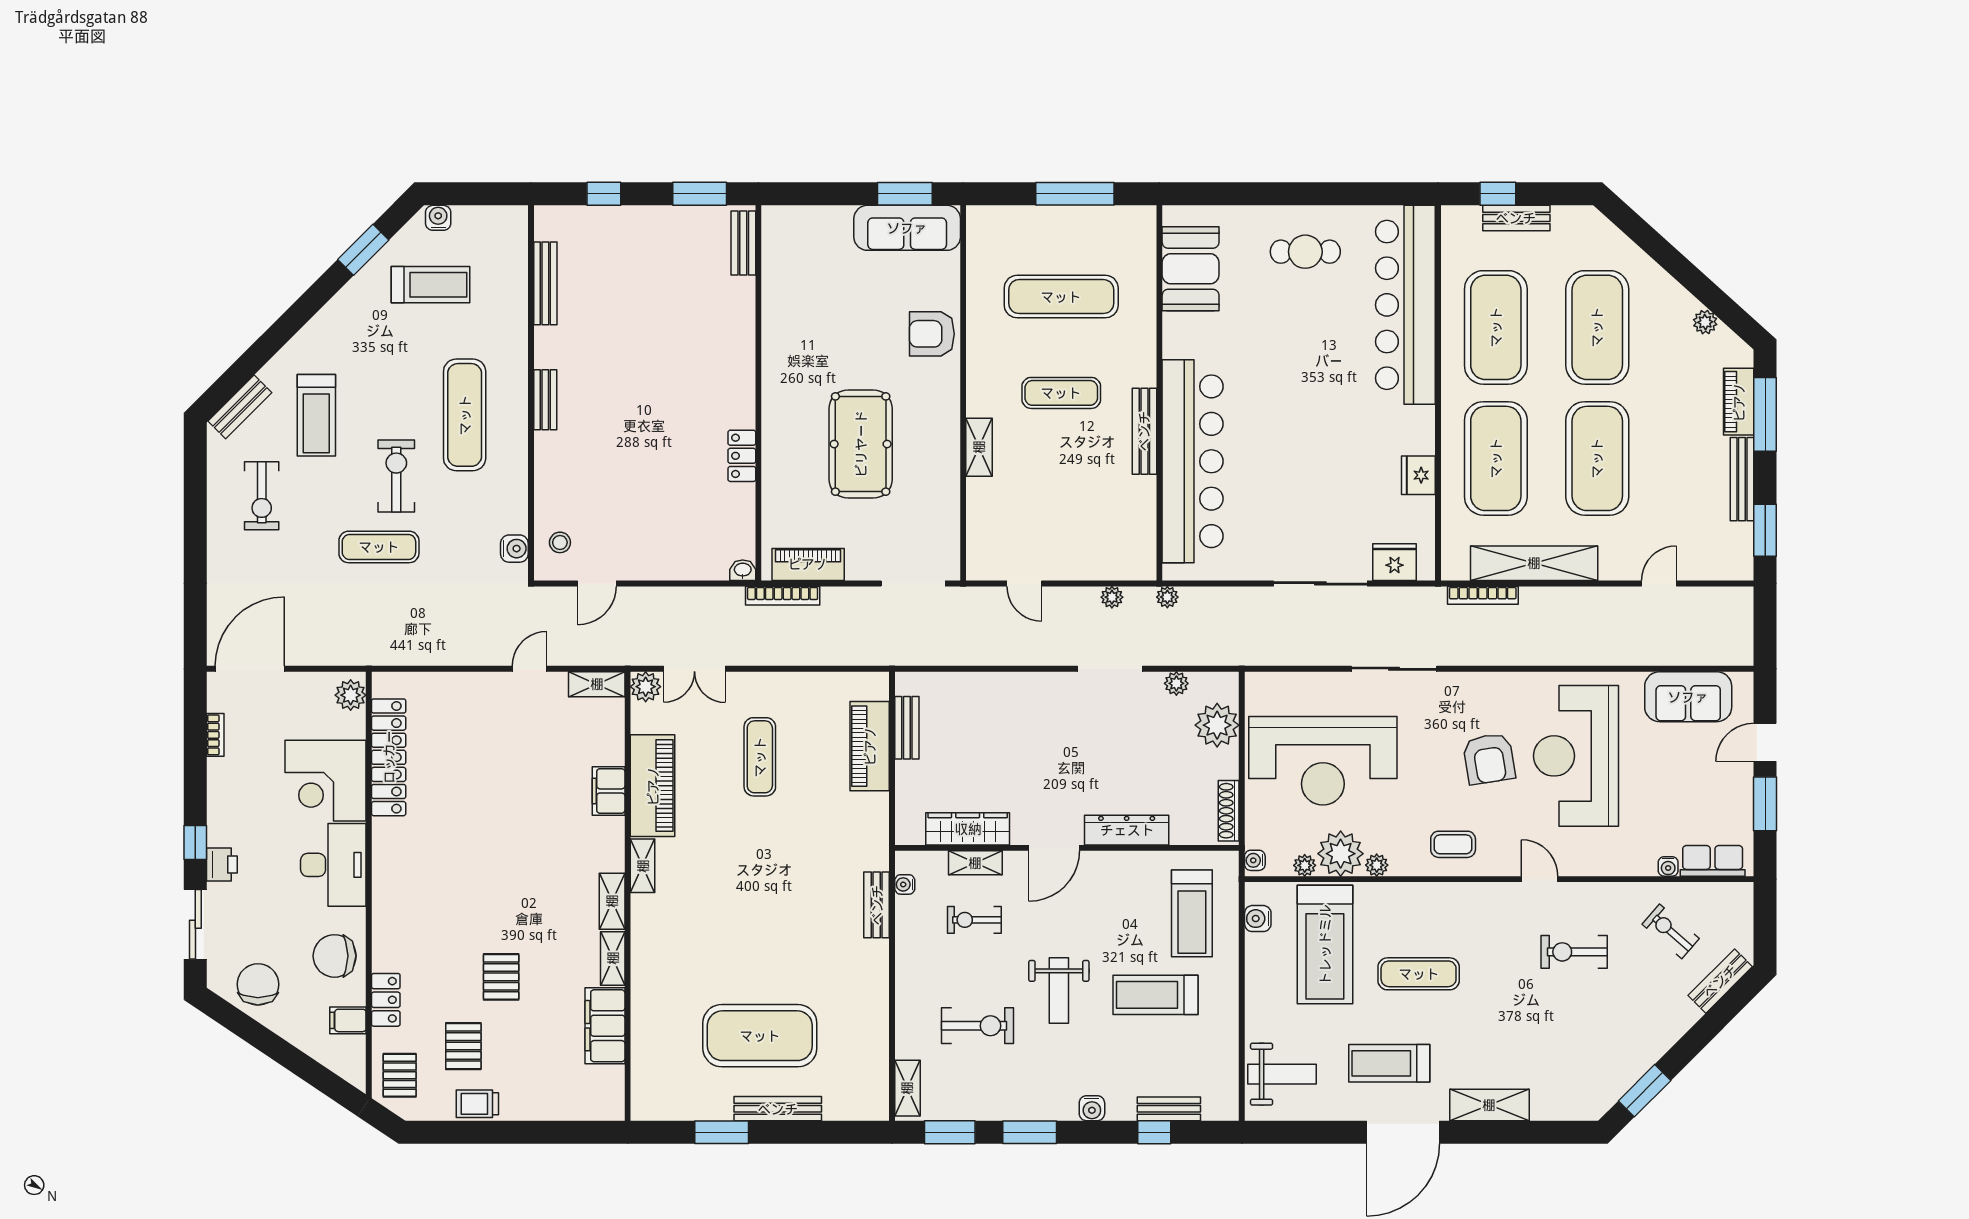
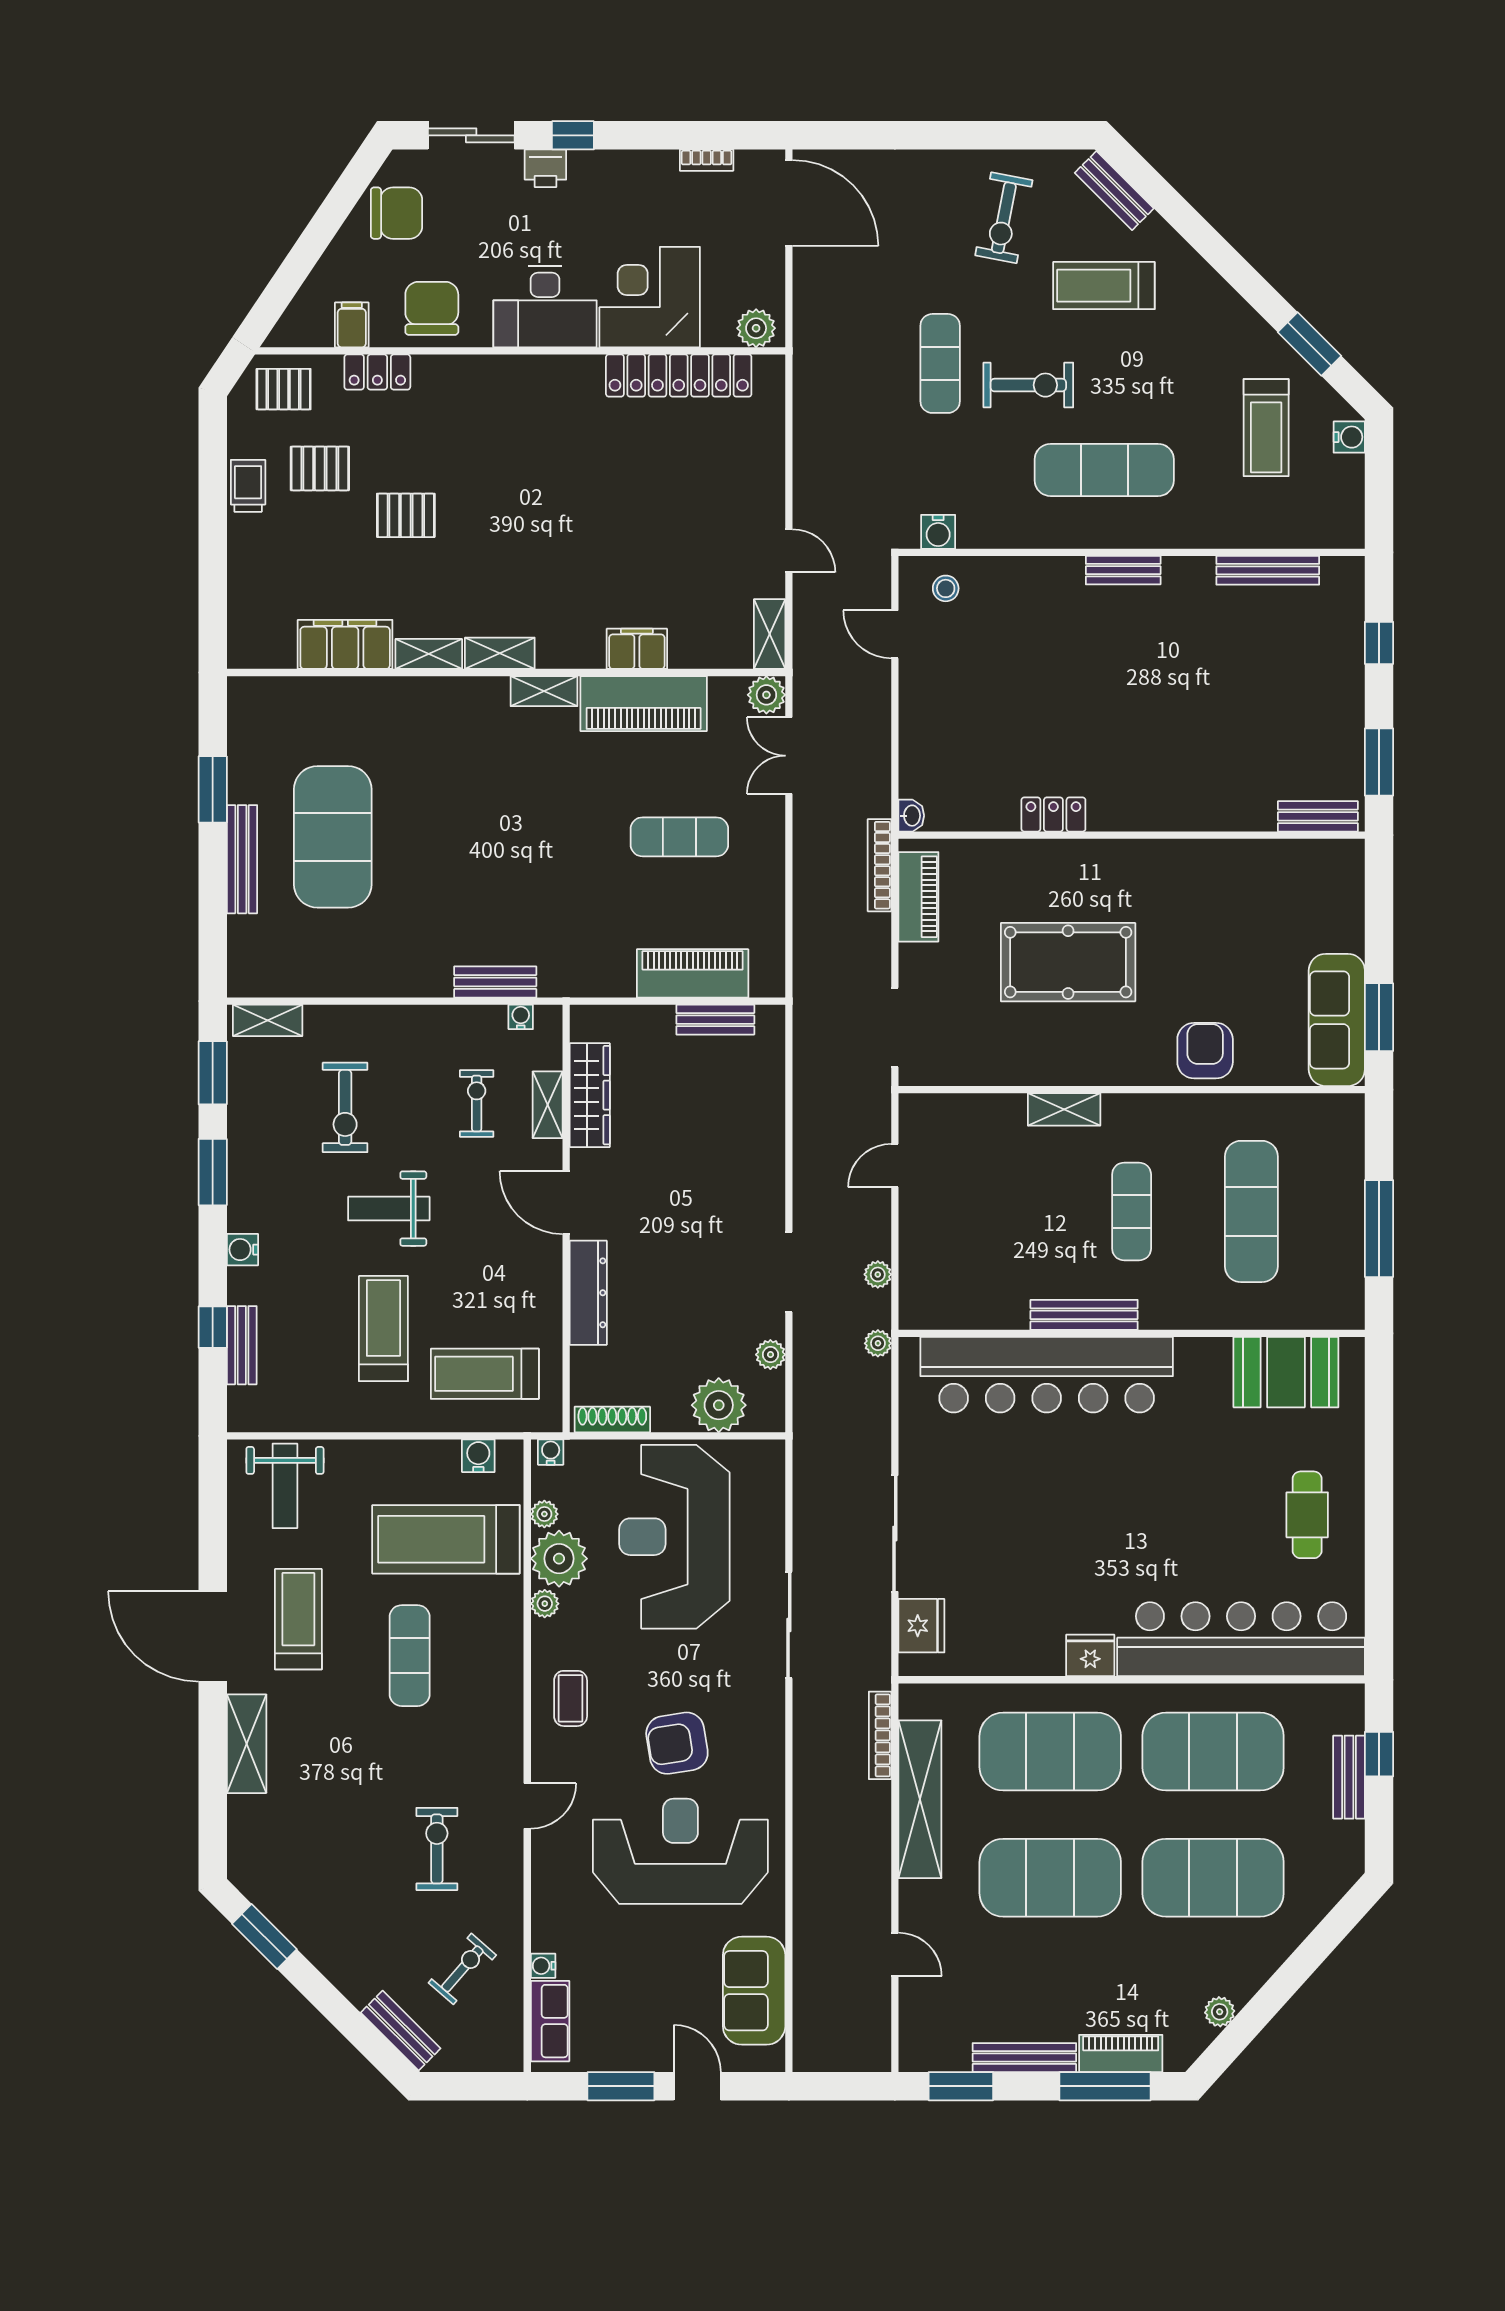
fridge: (1418, 475) -> (1090, 1655), moved
exercise bike: (262, 496) -> (1004, 218), turned -79

